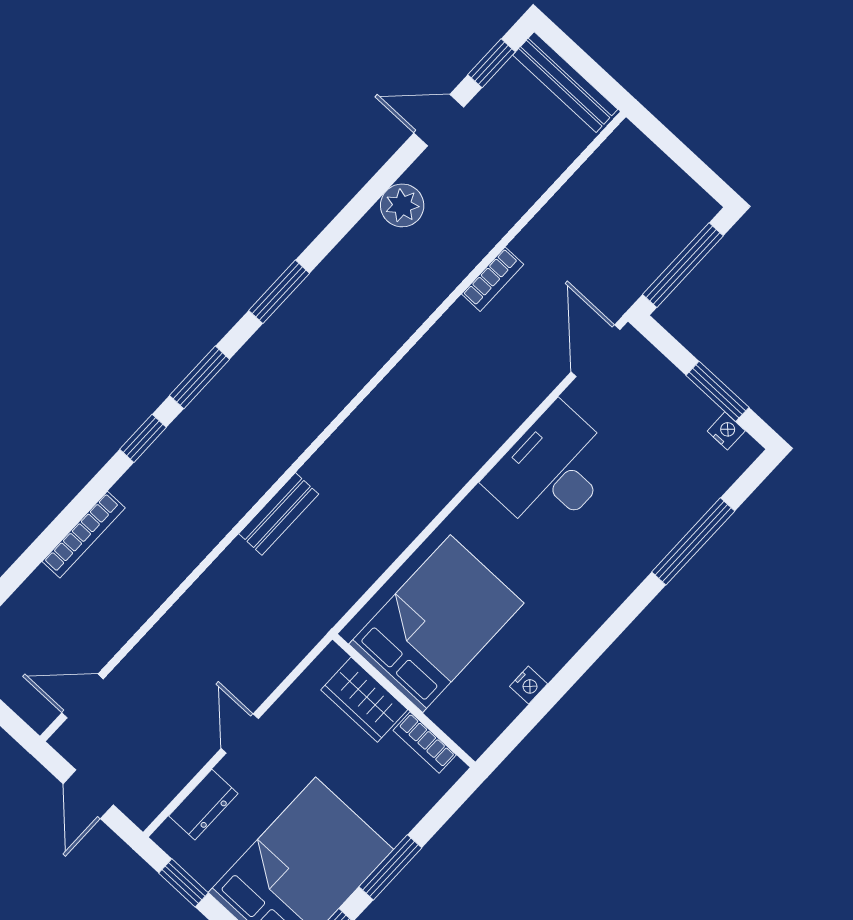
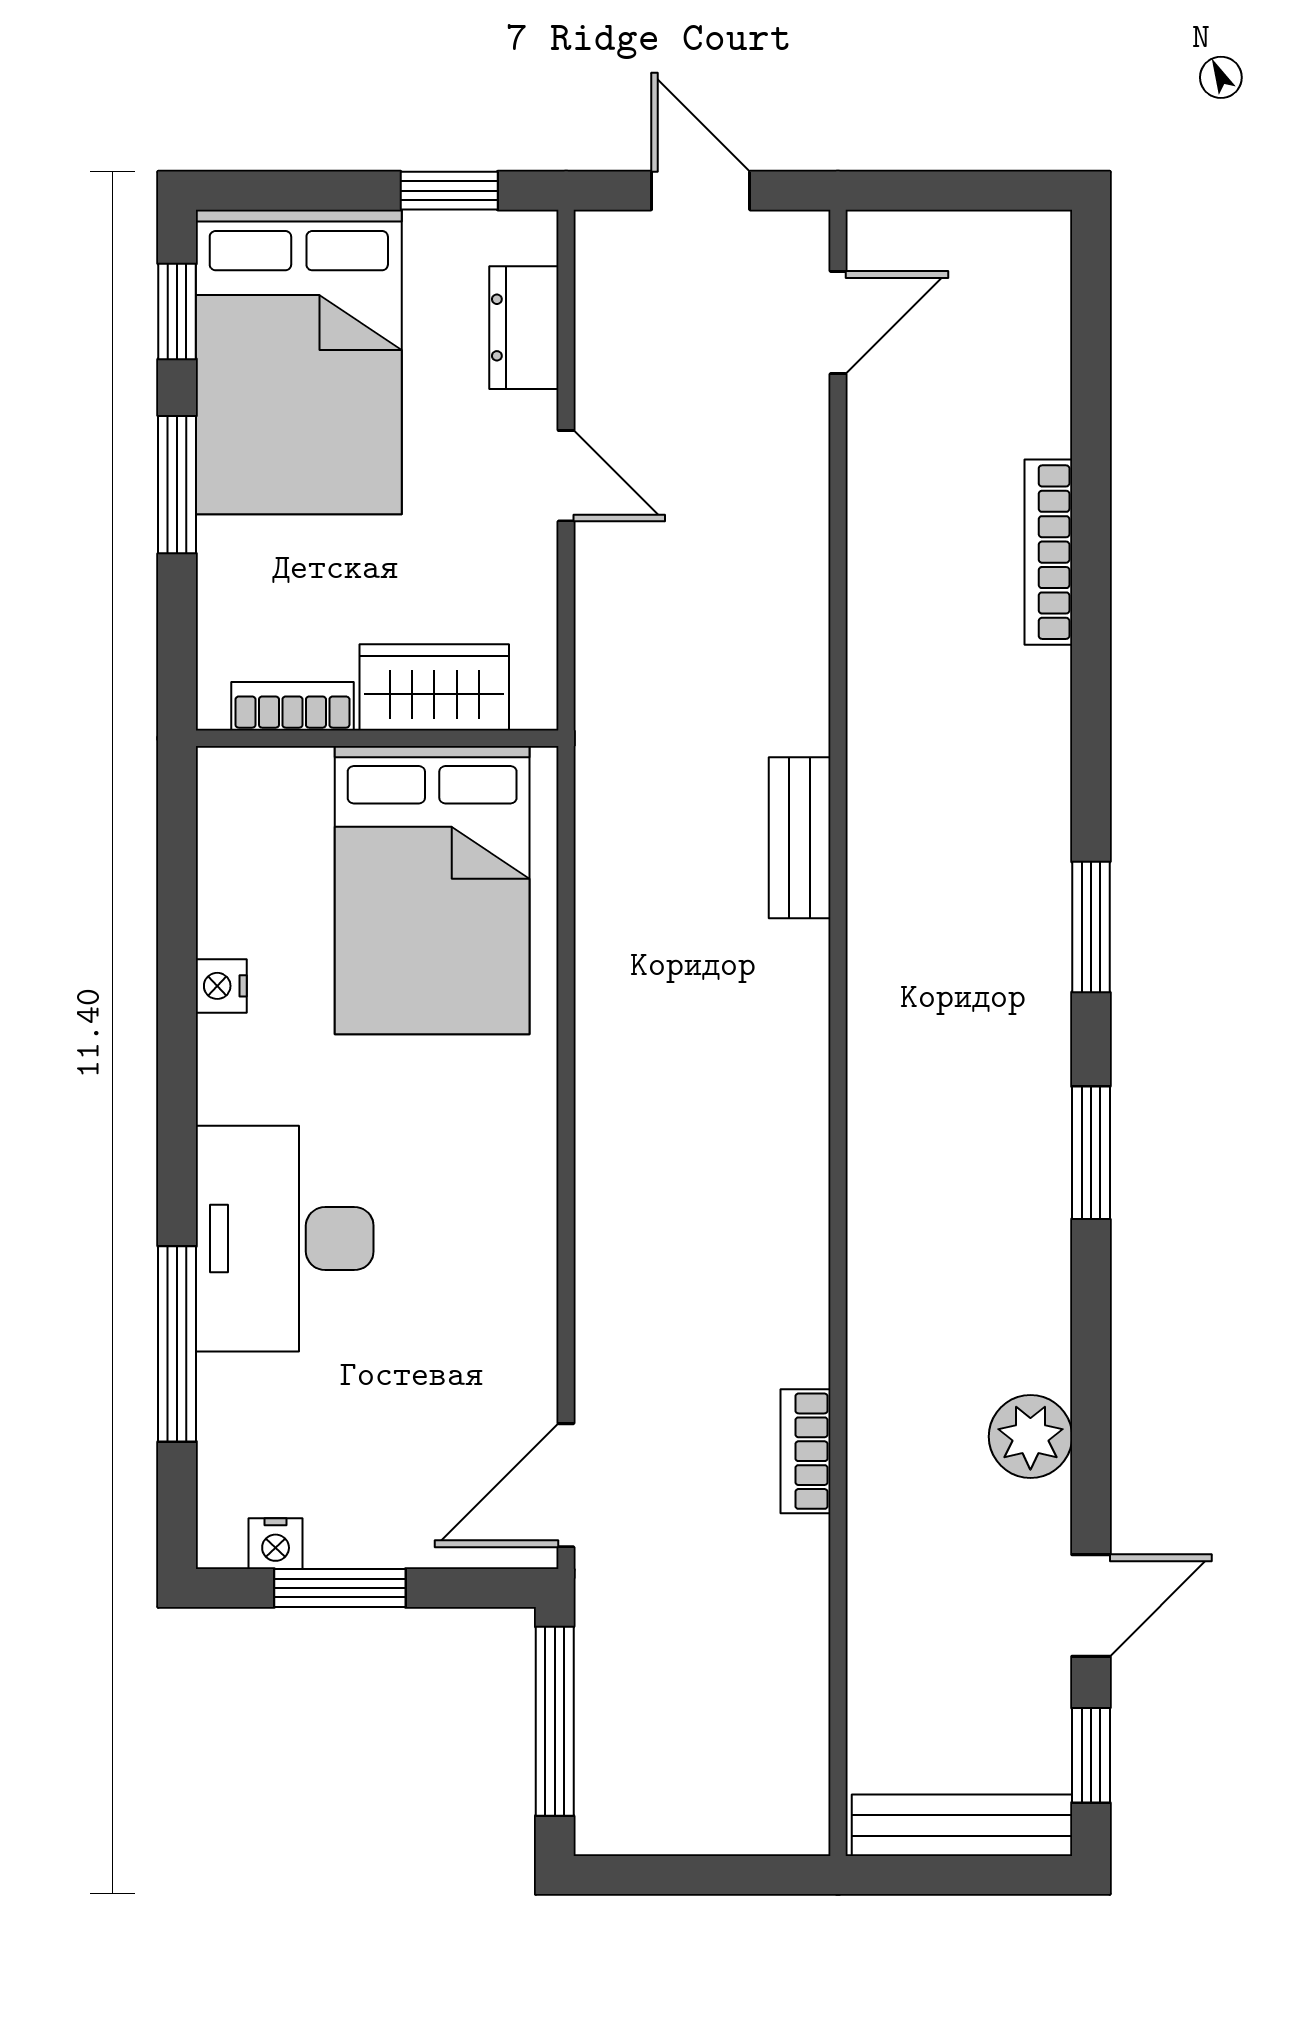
door: (595, 351) -> (566, 1485), swing flipped
window: (143, 438) -> (1091, 766), removed
desk: (552, 471) -> (285, 1239), moved, turned 180
nightstand: (528, 685) -> (221, 986), moved

